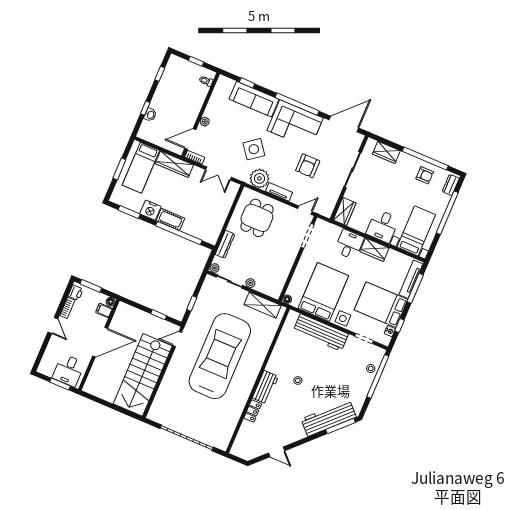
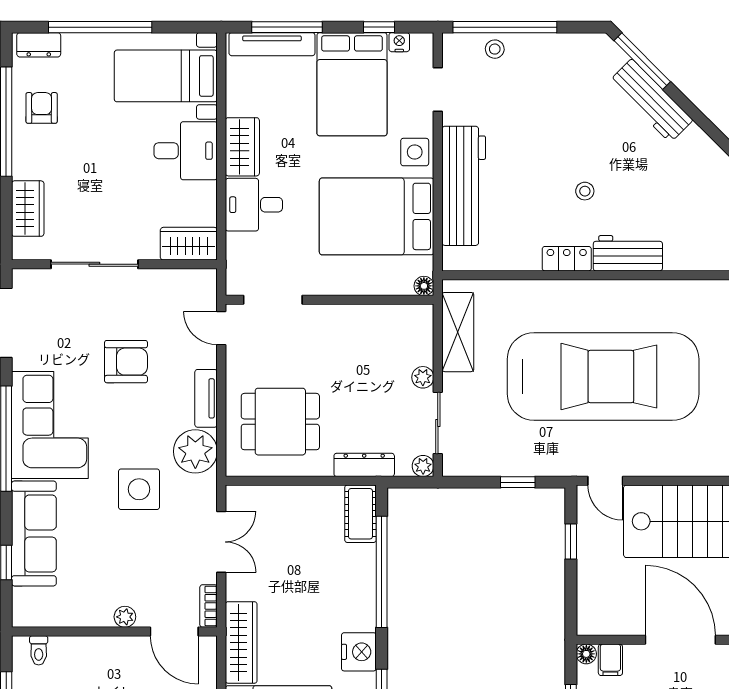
side table: (254, 149) -> (139, 489), turned 37
cot: (170, 219) -> (360, 514), moved
car: (220, 356) -> (603, 377), turned 180
locker: (253, 411) -> (567, 259), moved
workbench: (329, 418) -> (651, 101), width x0.73, depth x0.76

